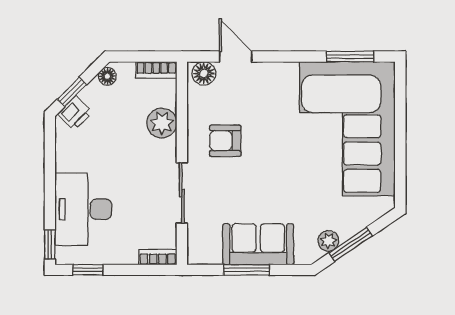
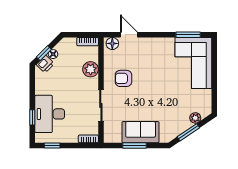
floor lamp: (107, 76) -> (53, 54), moved
corner sofa: (347, 129) -> (193, 63), width x0.73, depth x0.74
plant: (328, 241) -> (195, 118), moved
window: (50, 245) -> (32, 117), moved

